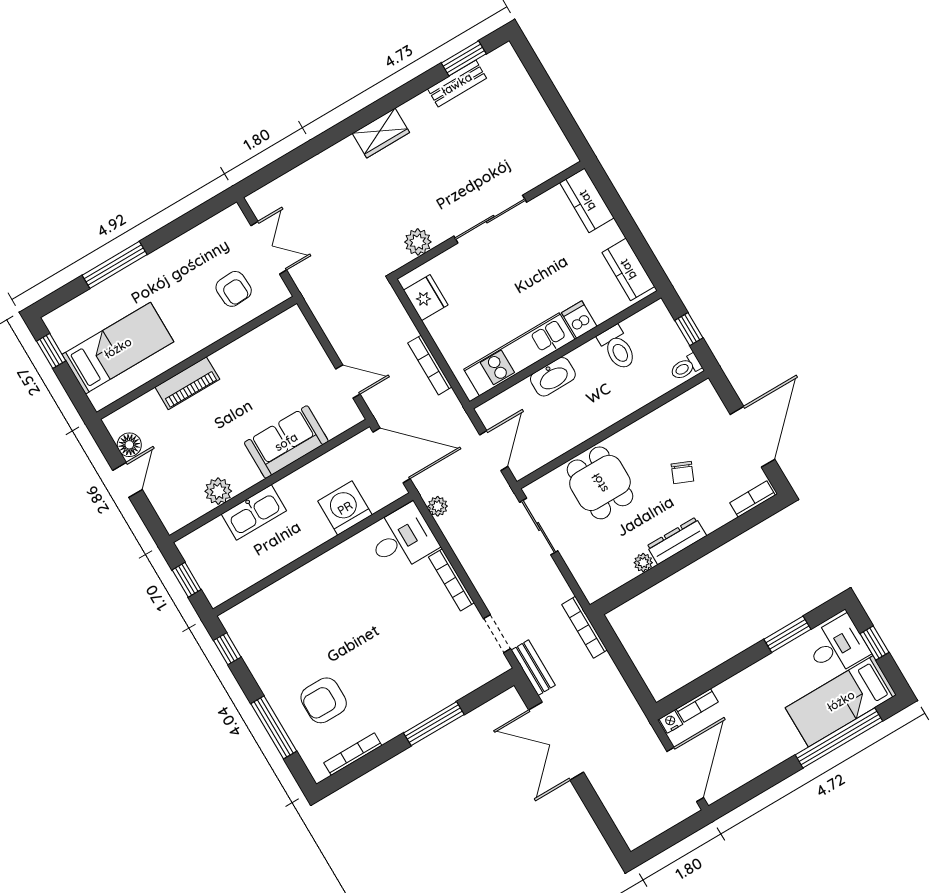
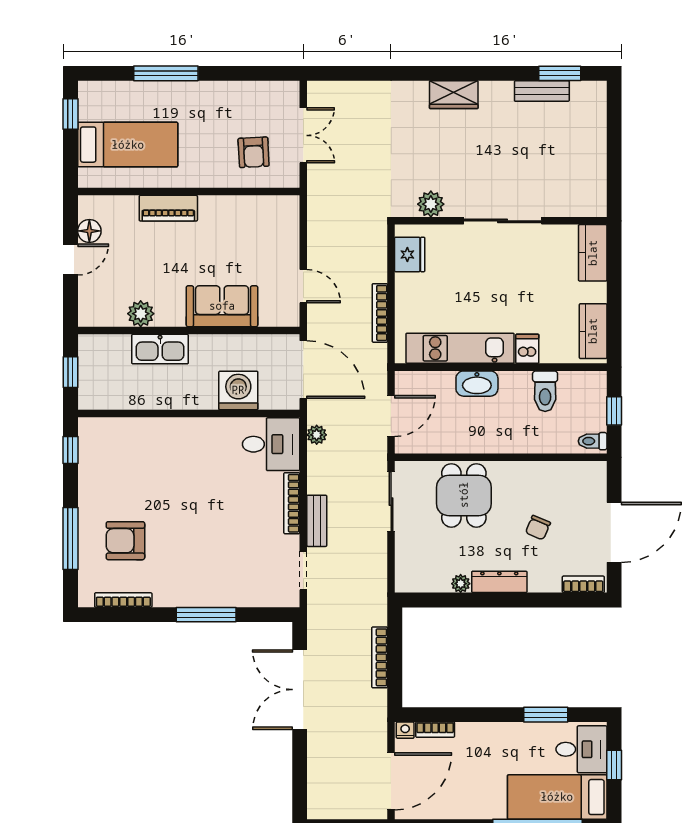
bookcase: (585, 627) -> (380, 657), moved
bench: (533, 668) -> (317, 521), moved

